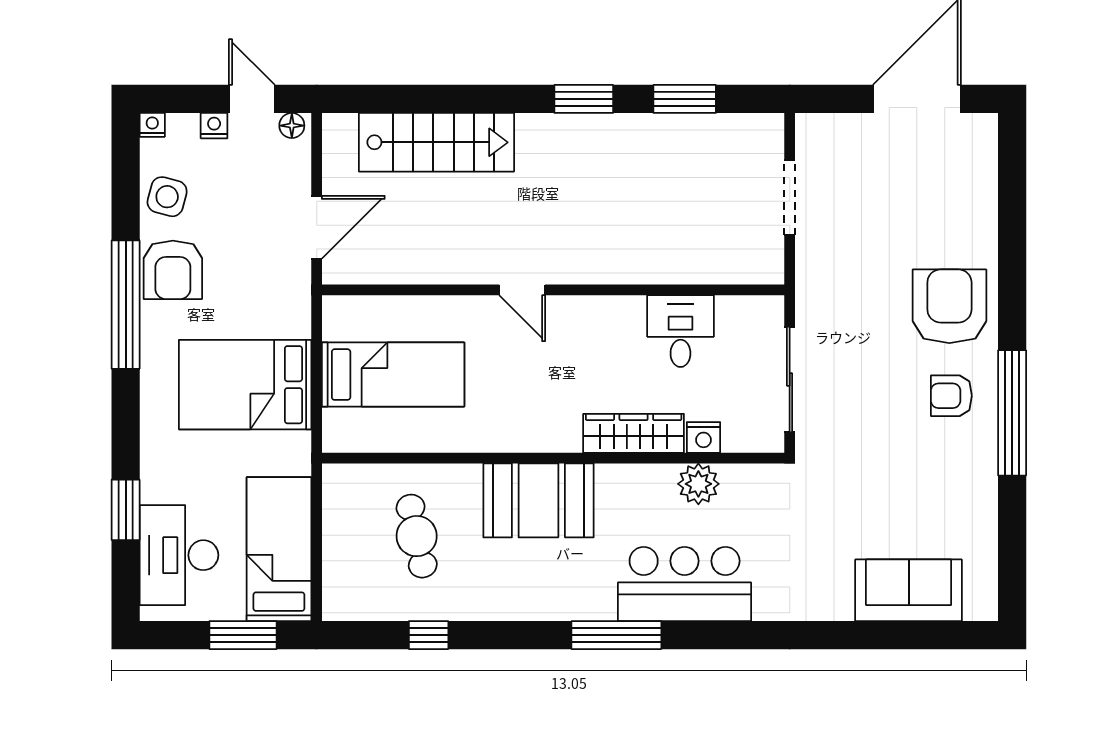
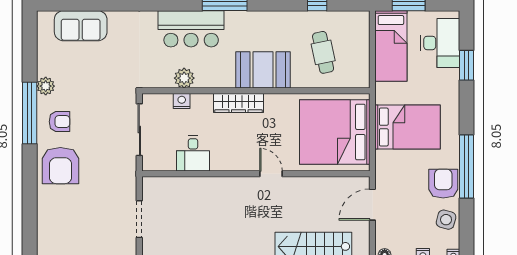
bed: (393, 375) -> (335, 132), width x2.04
wardrobe: (634, 433) -> (238, 103), moved
plant: (980, 468) -> (46, 86), added

